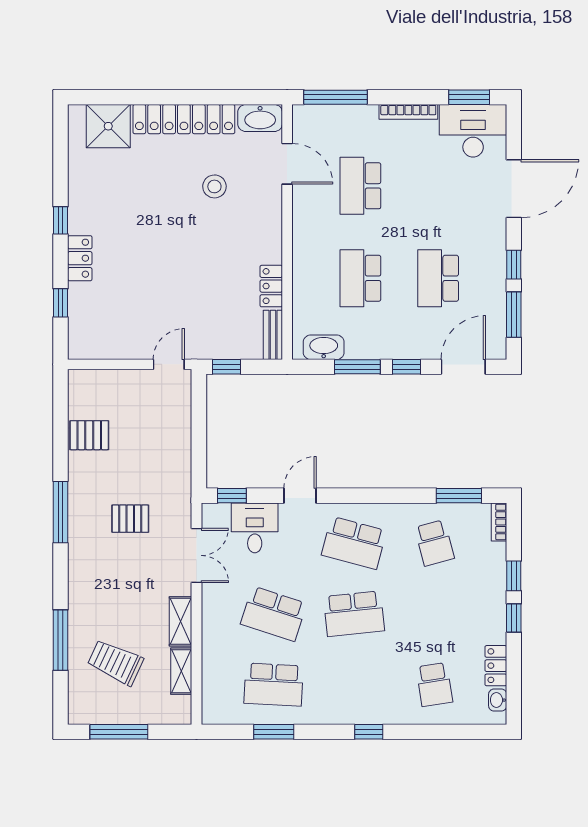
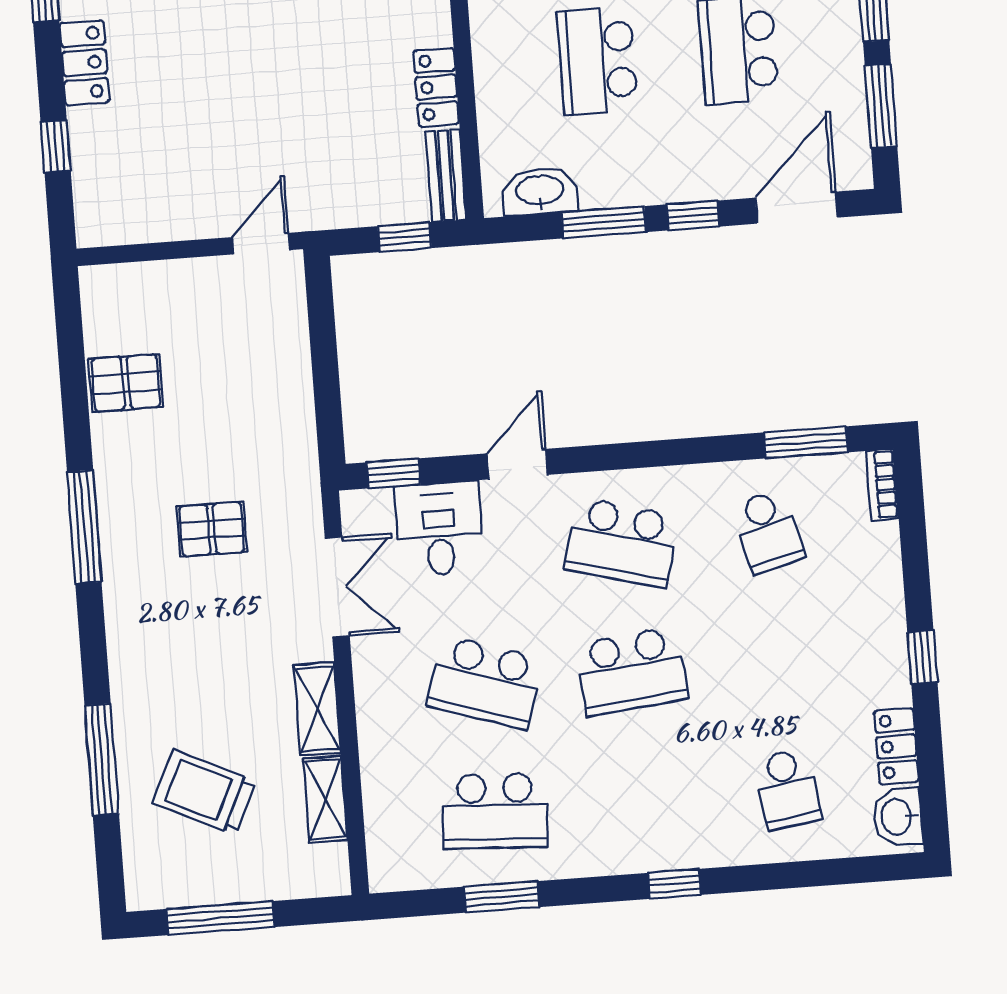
window: (226, 367) -> (404, 237), moved
window: (514, 576) -> (917, 581), removed
washbasin: (498, 700) -> (898, 817), width x1.38, depth x1.45

